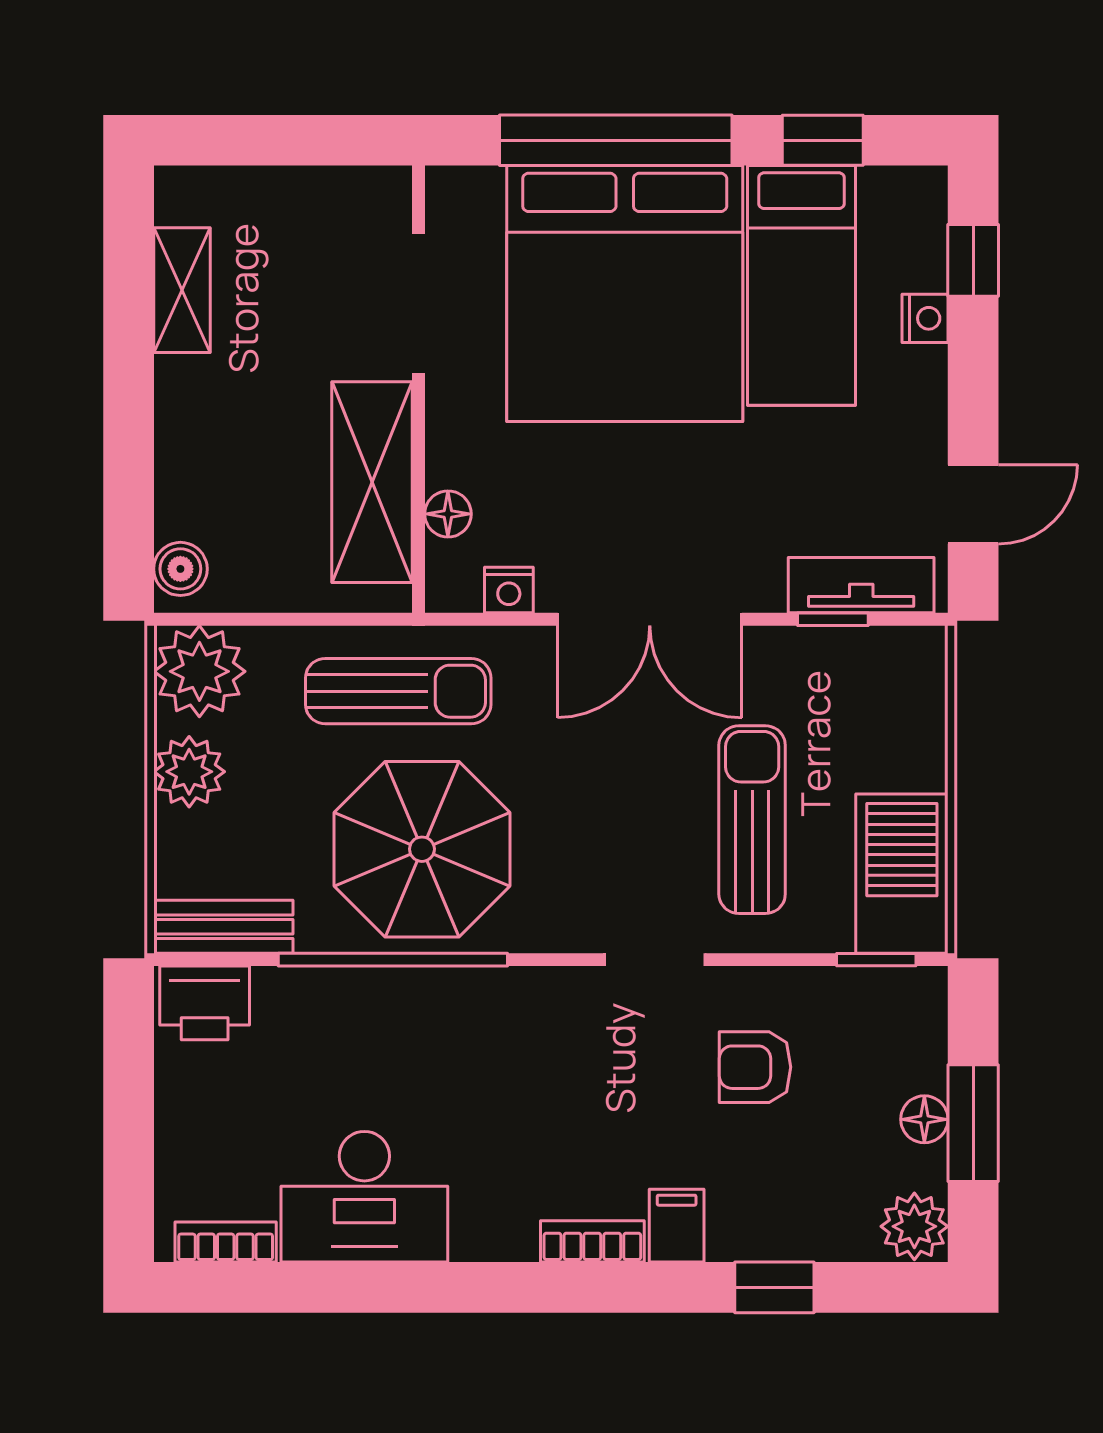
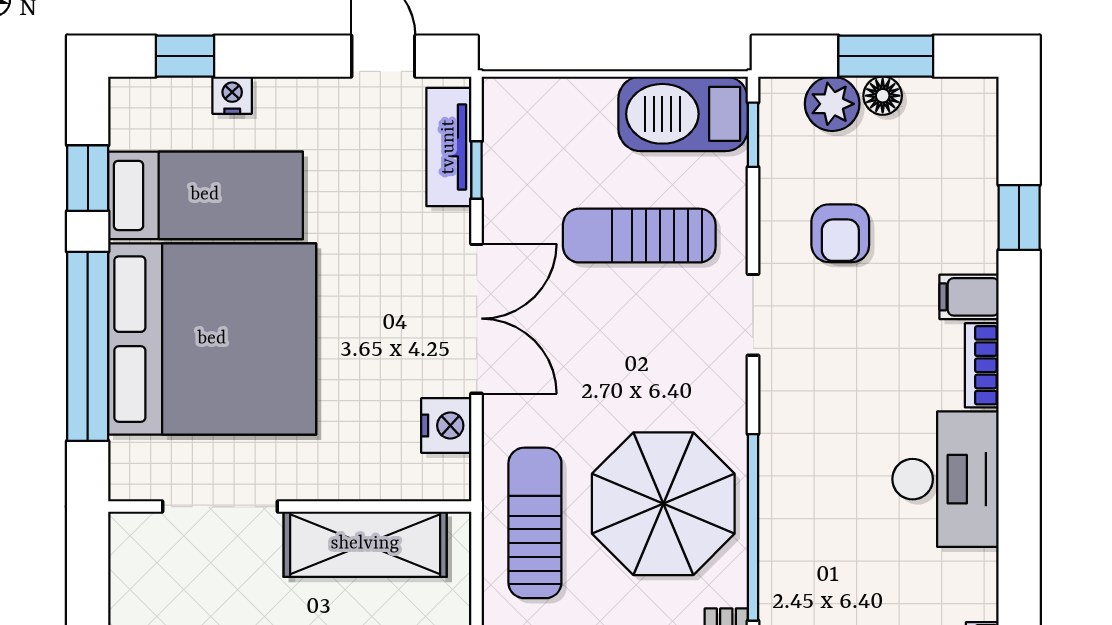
floor lamp: (448, 514) -> (391, 483), removed
nightstand: (509, 590) -> (446, 426), width x1.39, depth x1.35
desk: (364, 1197) -> (946, 479), moved
plant: (914, 1226) -> (832, 104), moved

